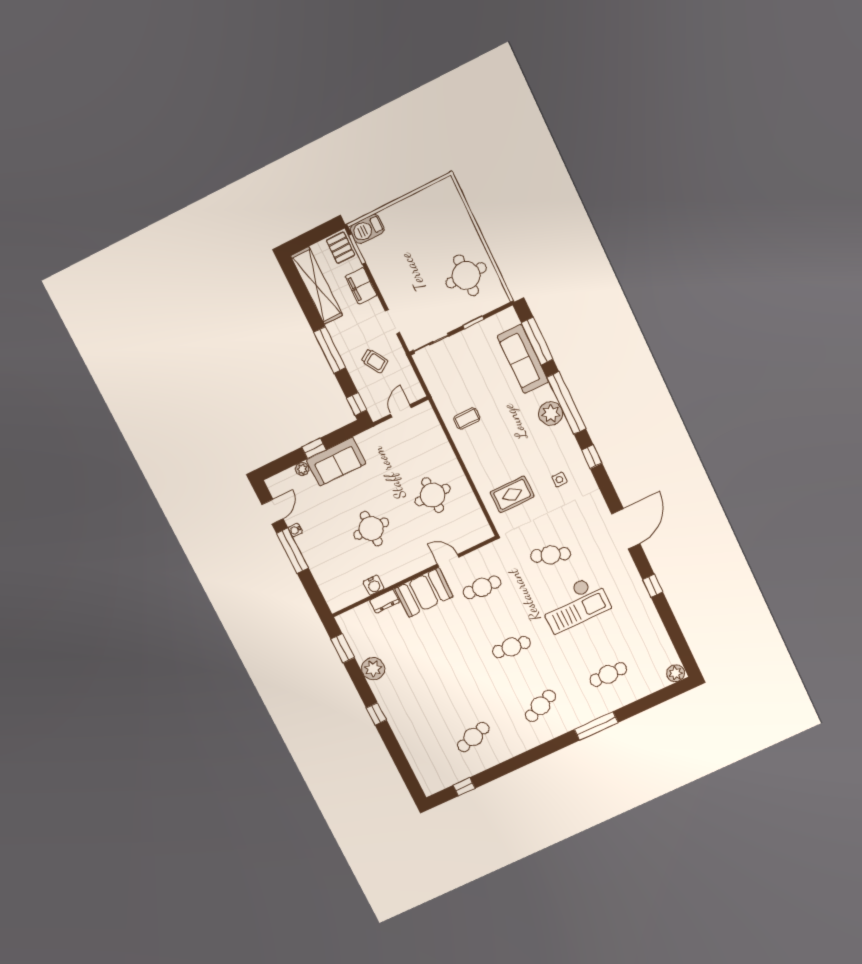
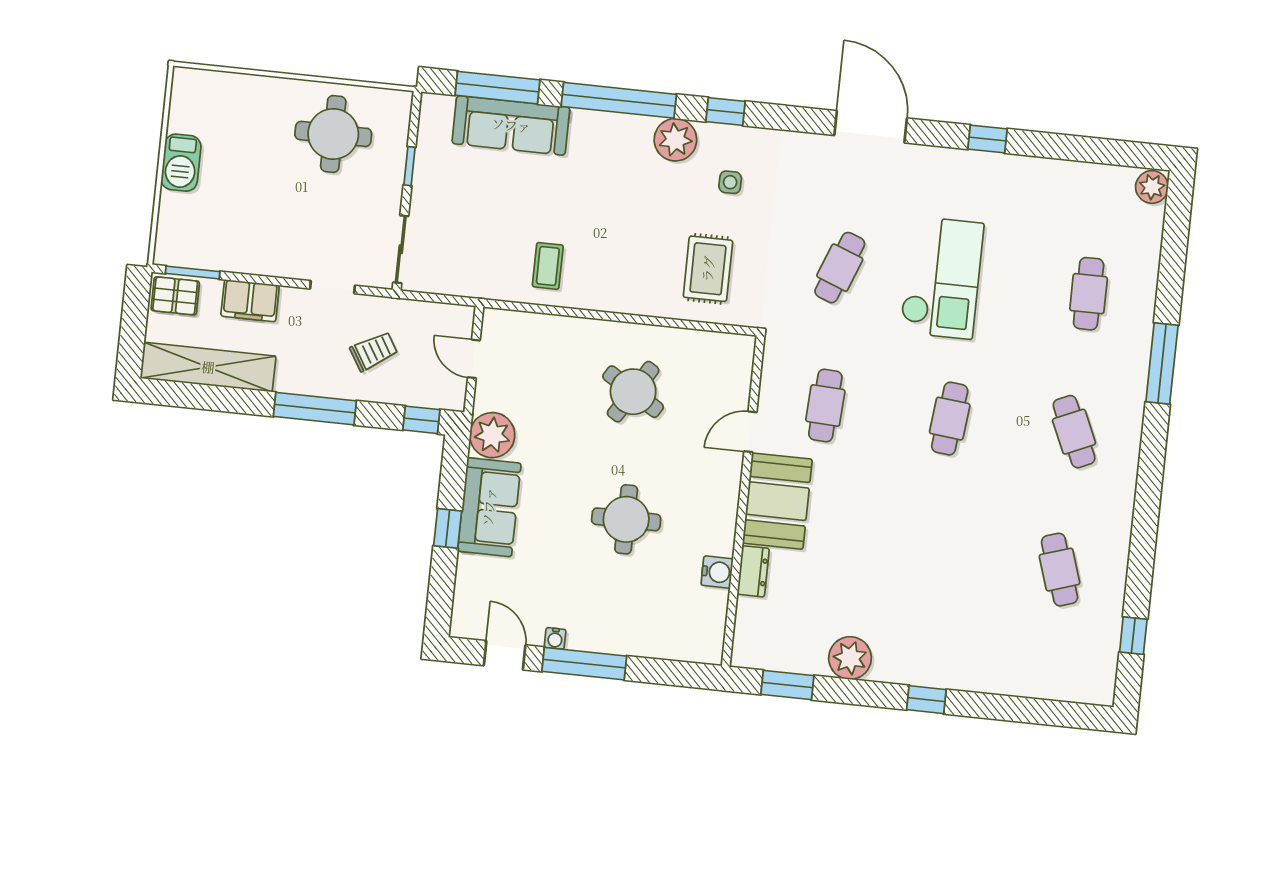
barbecue: (367, 229) -> (181, 163), moved
plant: (551, 413) -> (675, 140), moved
plant: (302, 469) -> (492, 435), moved, width x1.87, depth x1.87
round table: (433, 495) -> (633, 392), turned 32

